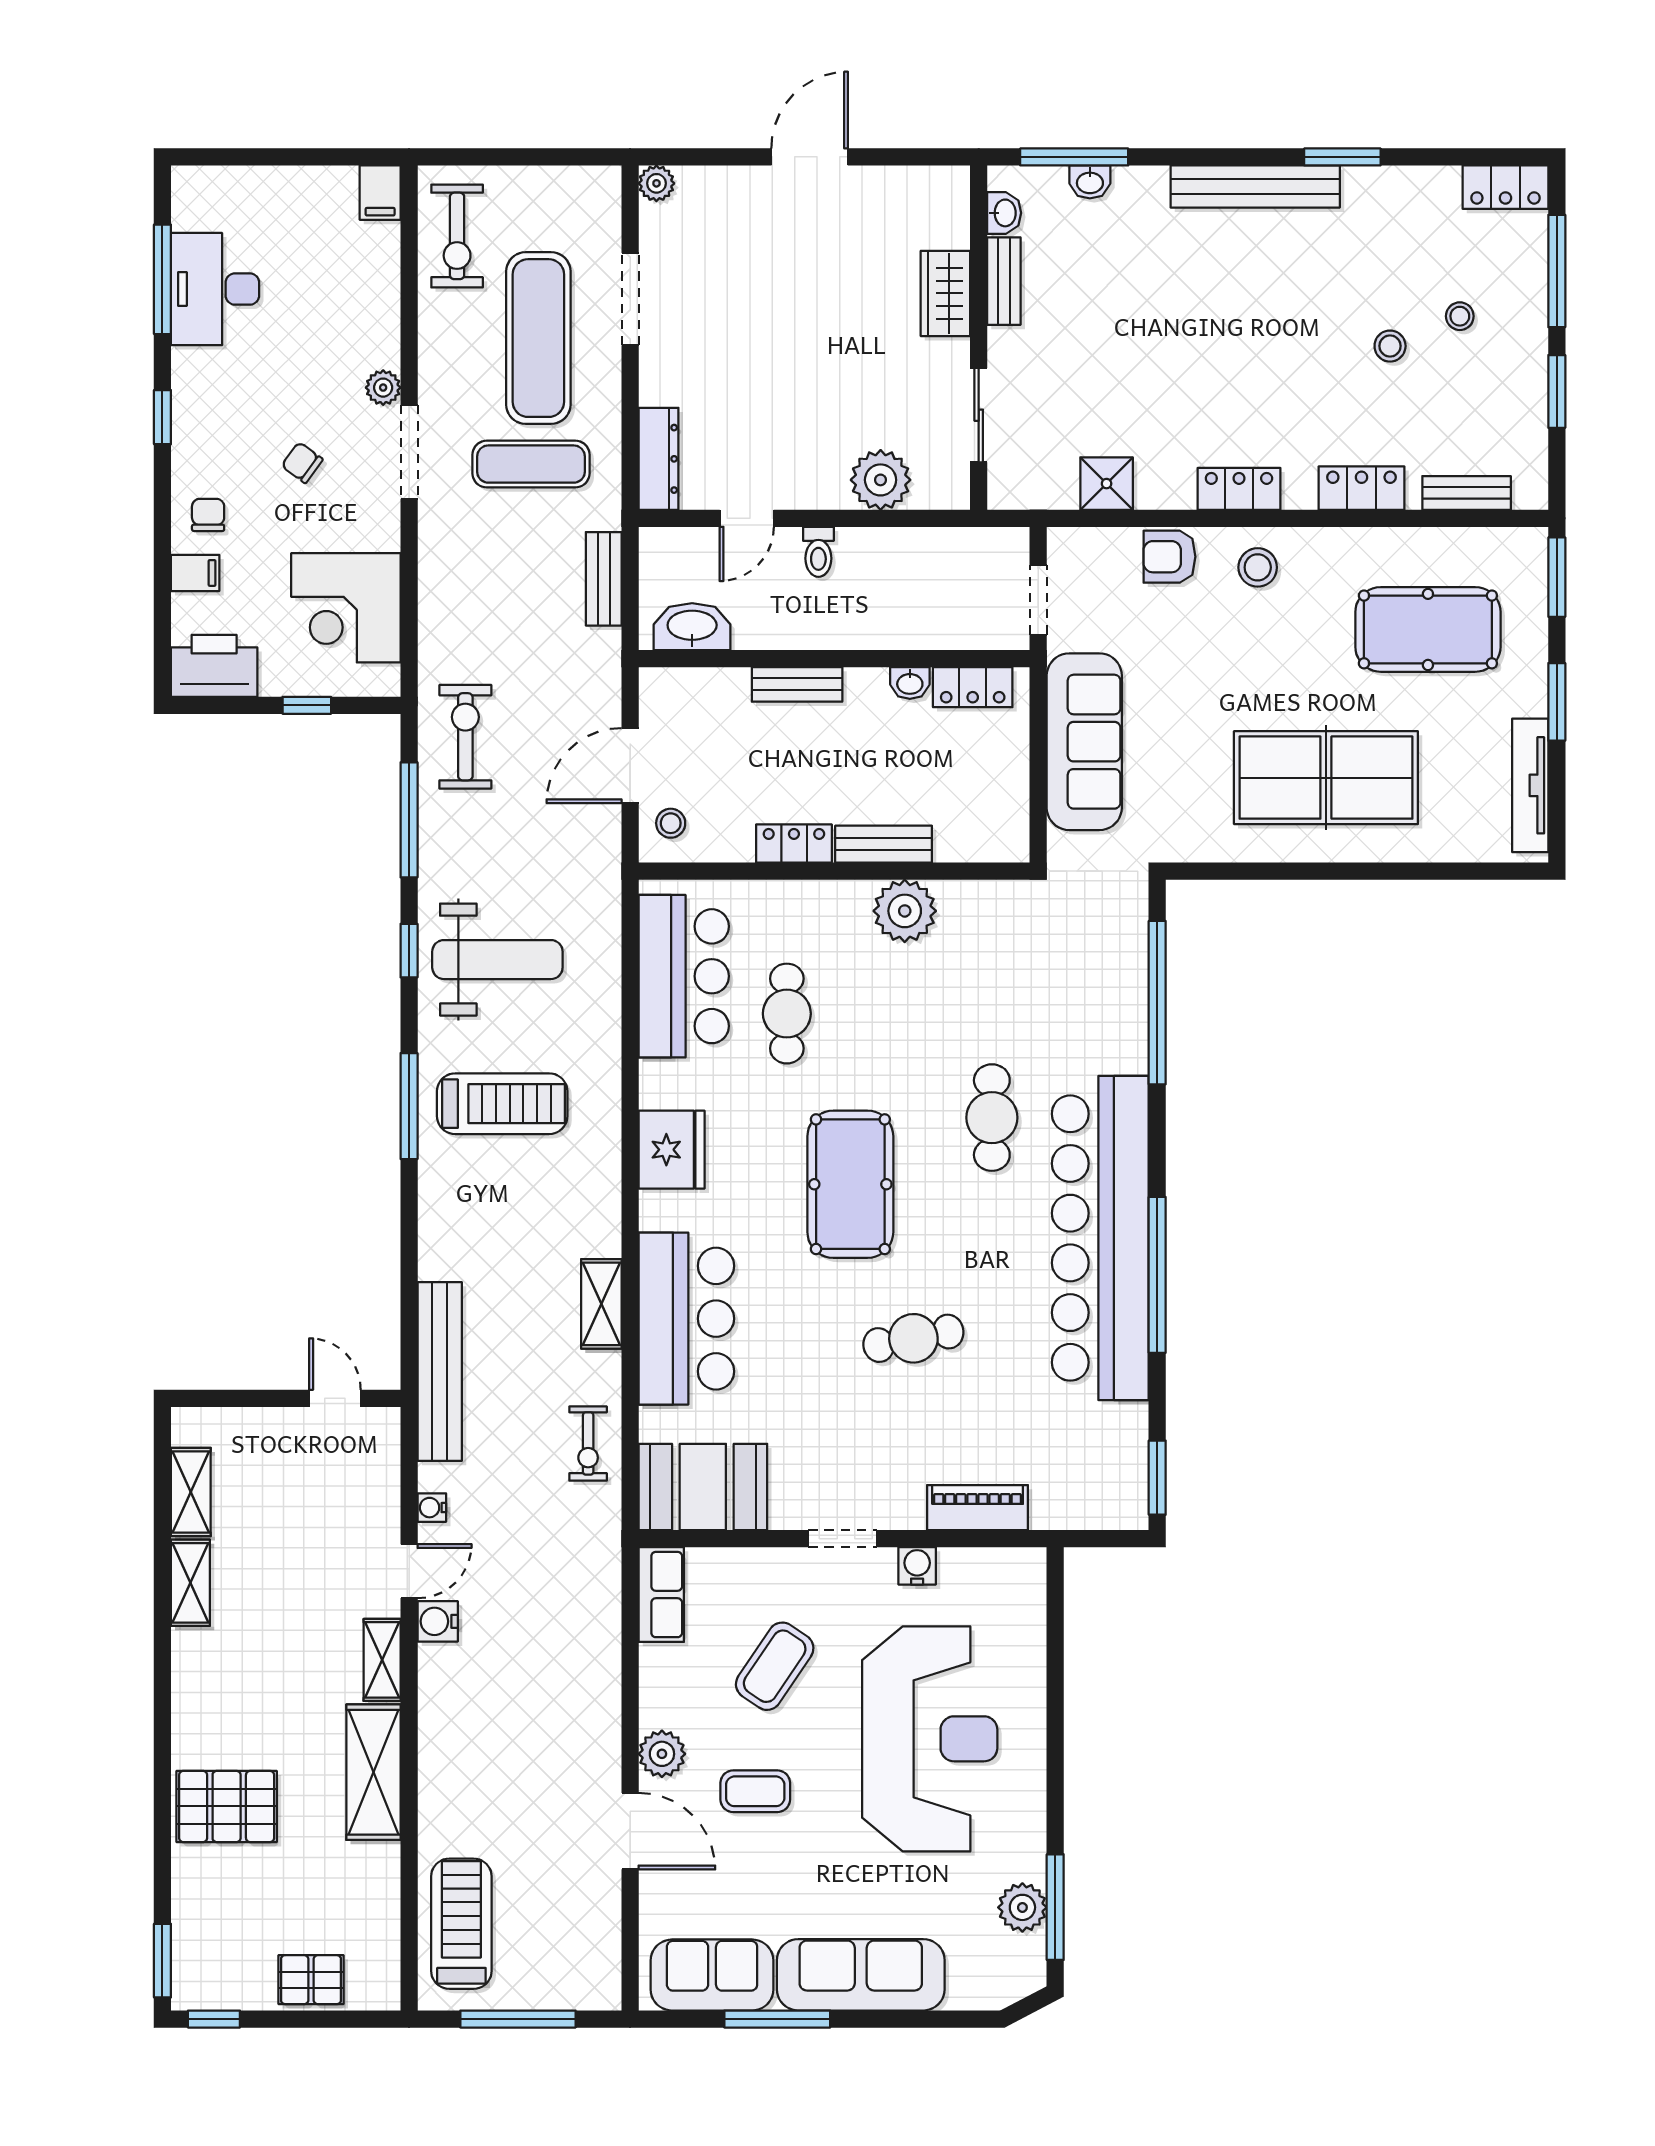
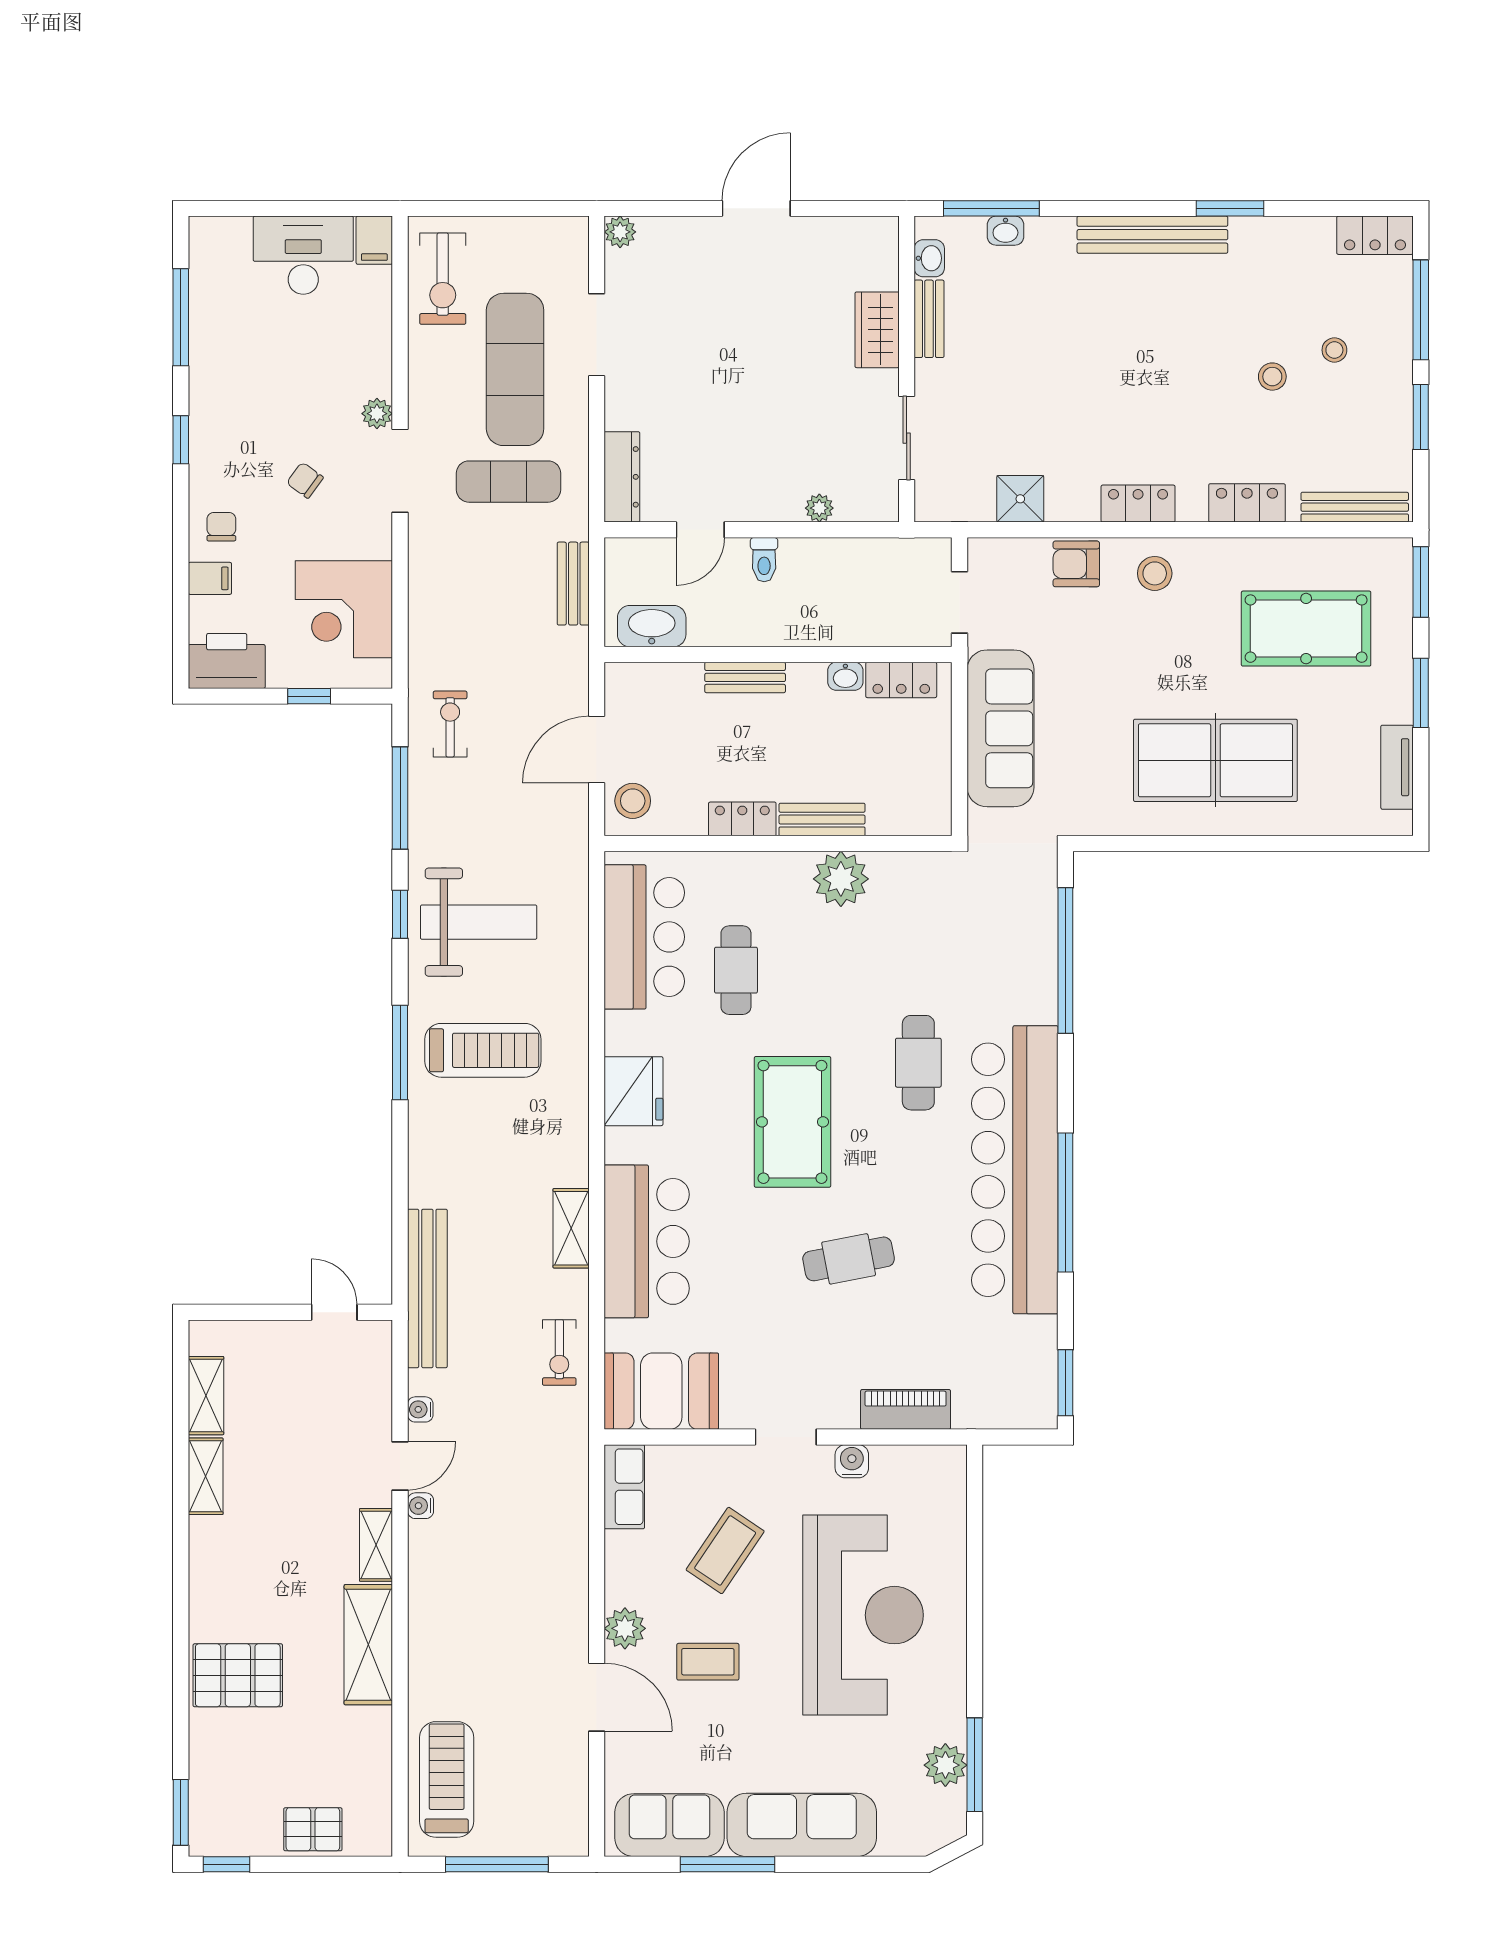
desk: (215, 289) -> (303, 255), moved, turned 90
plant: (881, 480) -> (819, 508), width x0.53, depth x0.53
bench: (1467, 493) -> (1355, 507), width x1.36
exercise bike: (465, 737) -> (450, 724), width x0.73, depth x0.72
tv unit: (1530, 785) -> (1397, 767), width x0.71
stool: (671, 823) -> (633, 801), width x1.37, depth x1.37
water cooler: (438, 1621) -> (421, 1506), width x0.72, depth x0.72

